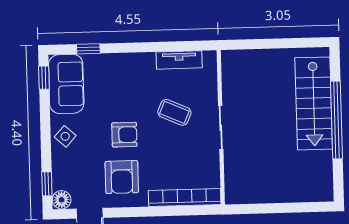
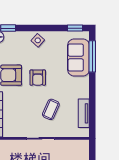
window: (88, 49) -> (92, 56), width x2.17
sofa: (66, 84) -> (78, 57), moved, turned 90

